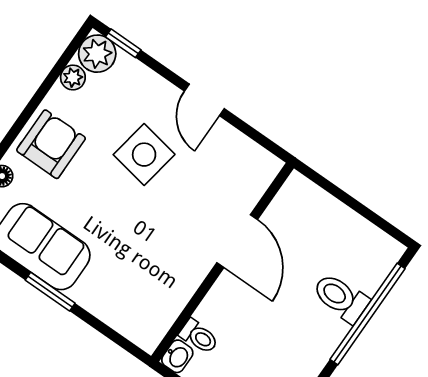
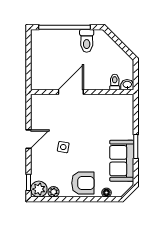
armchair: (51, 144) -> (83, 183), turned 180
side table: (144, 155) -> (63, 147), width x0.54, depth x0.54
toilet: (341, 298) -> (87, 41), moved

